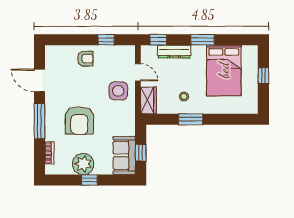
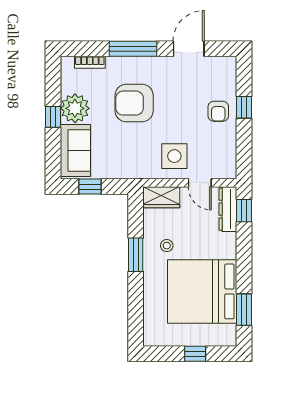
window: (106, 40) -> (244, 107), moved
window: (202, 40) -> (244, 310), moved
dresser: (174, 52) -> (228, 209), moved
bed: (224, 70) -> (202, 291), width x1.36
door: (138, 72) -> (200, 183), hinge flipped
sofa: (124, 155) -> (75, 150), moved, turned 90

